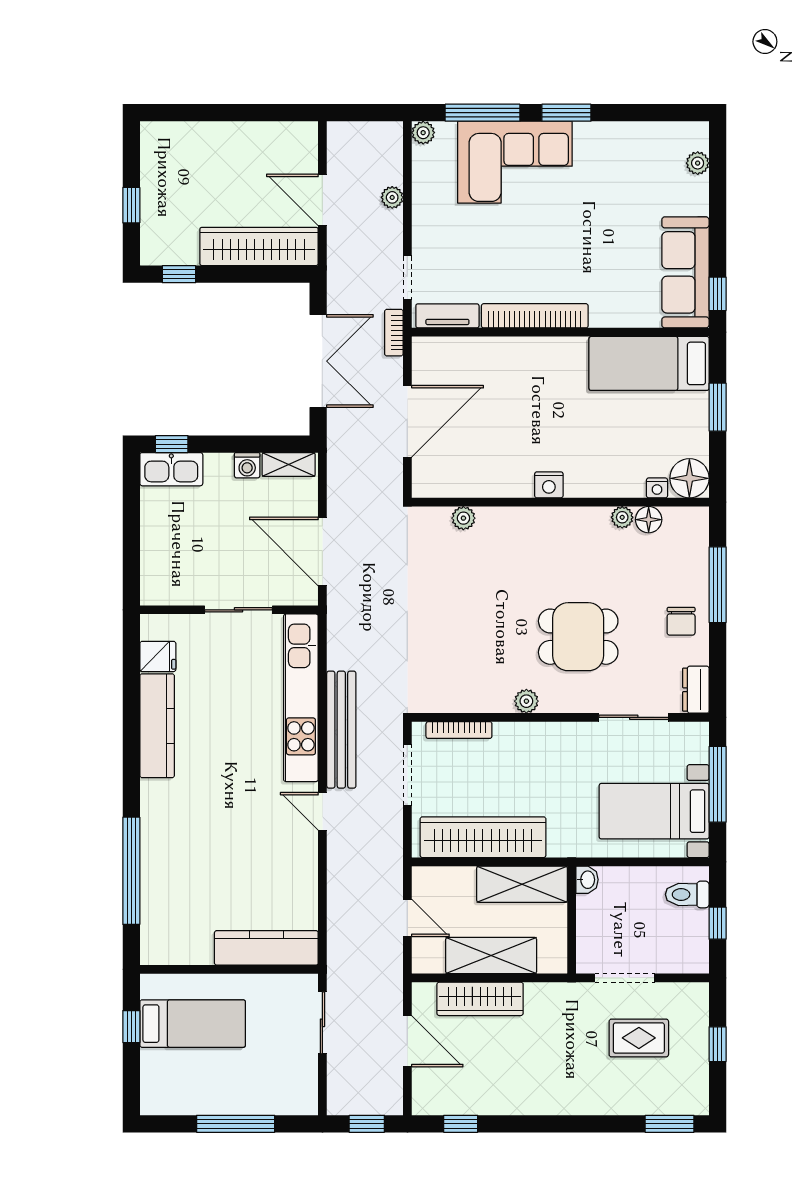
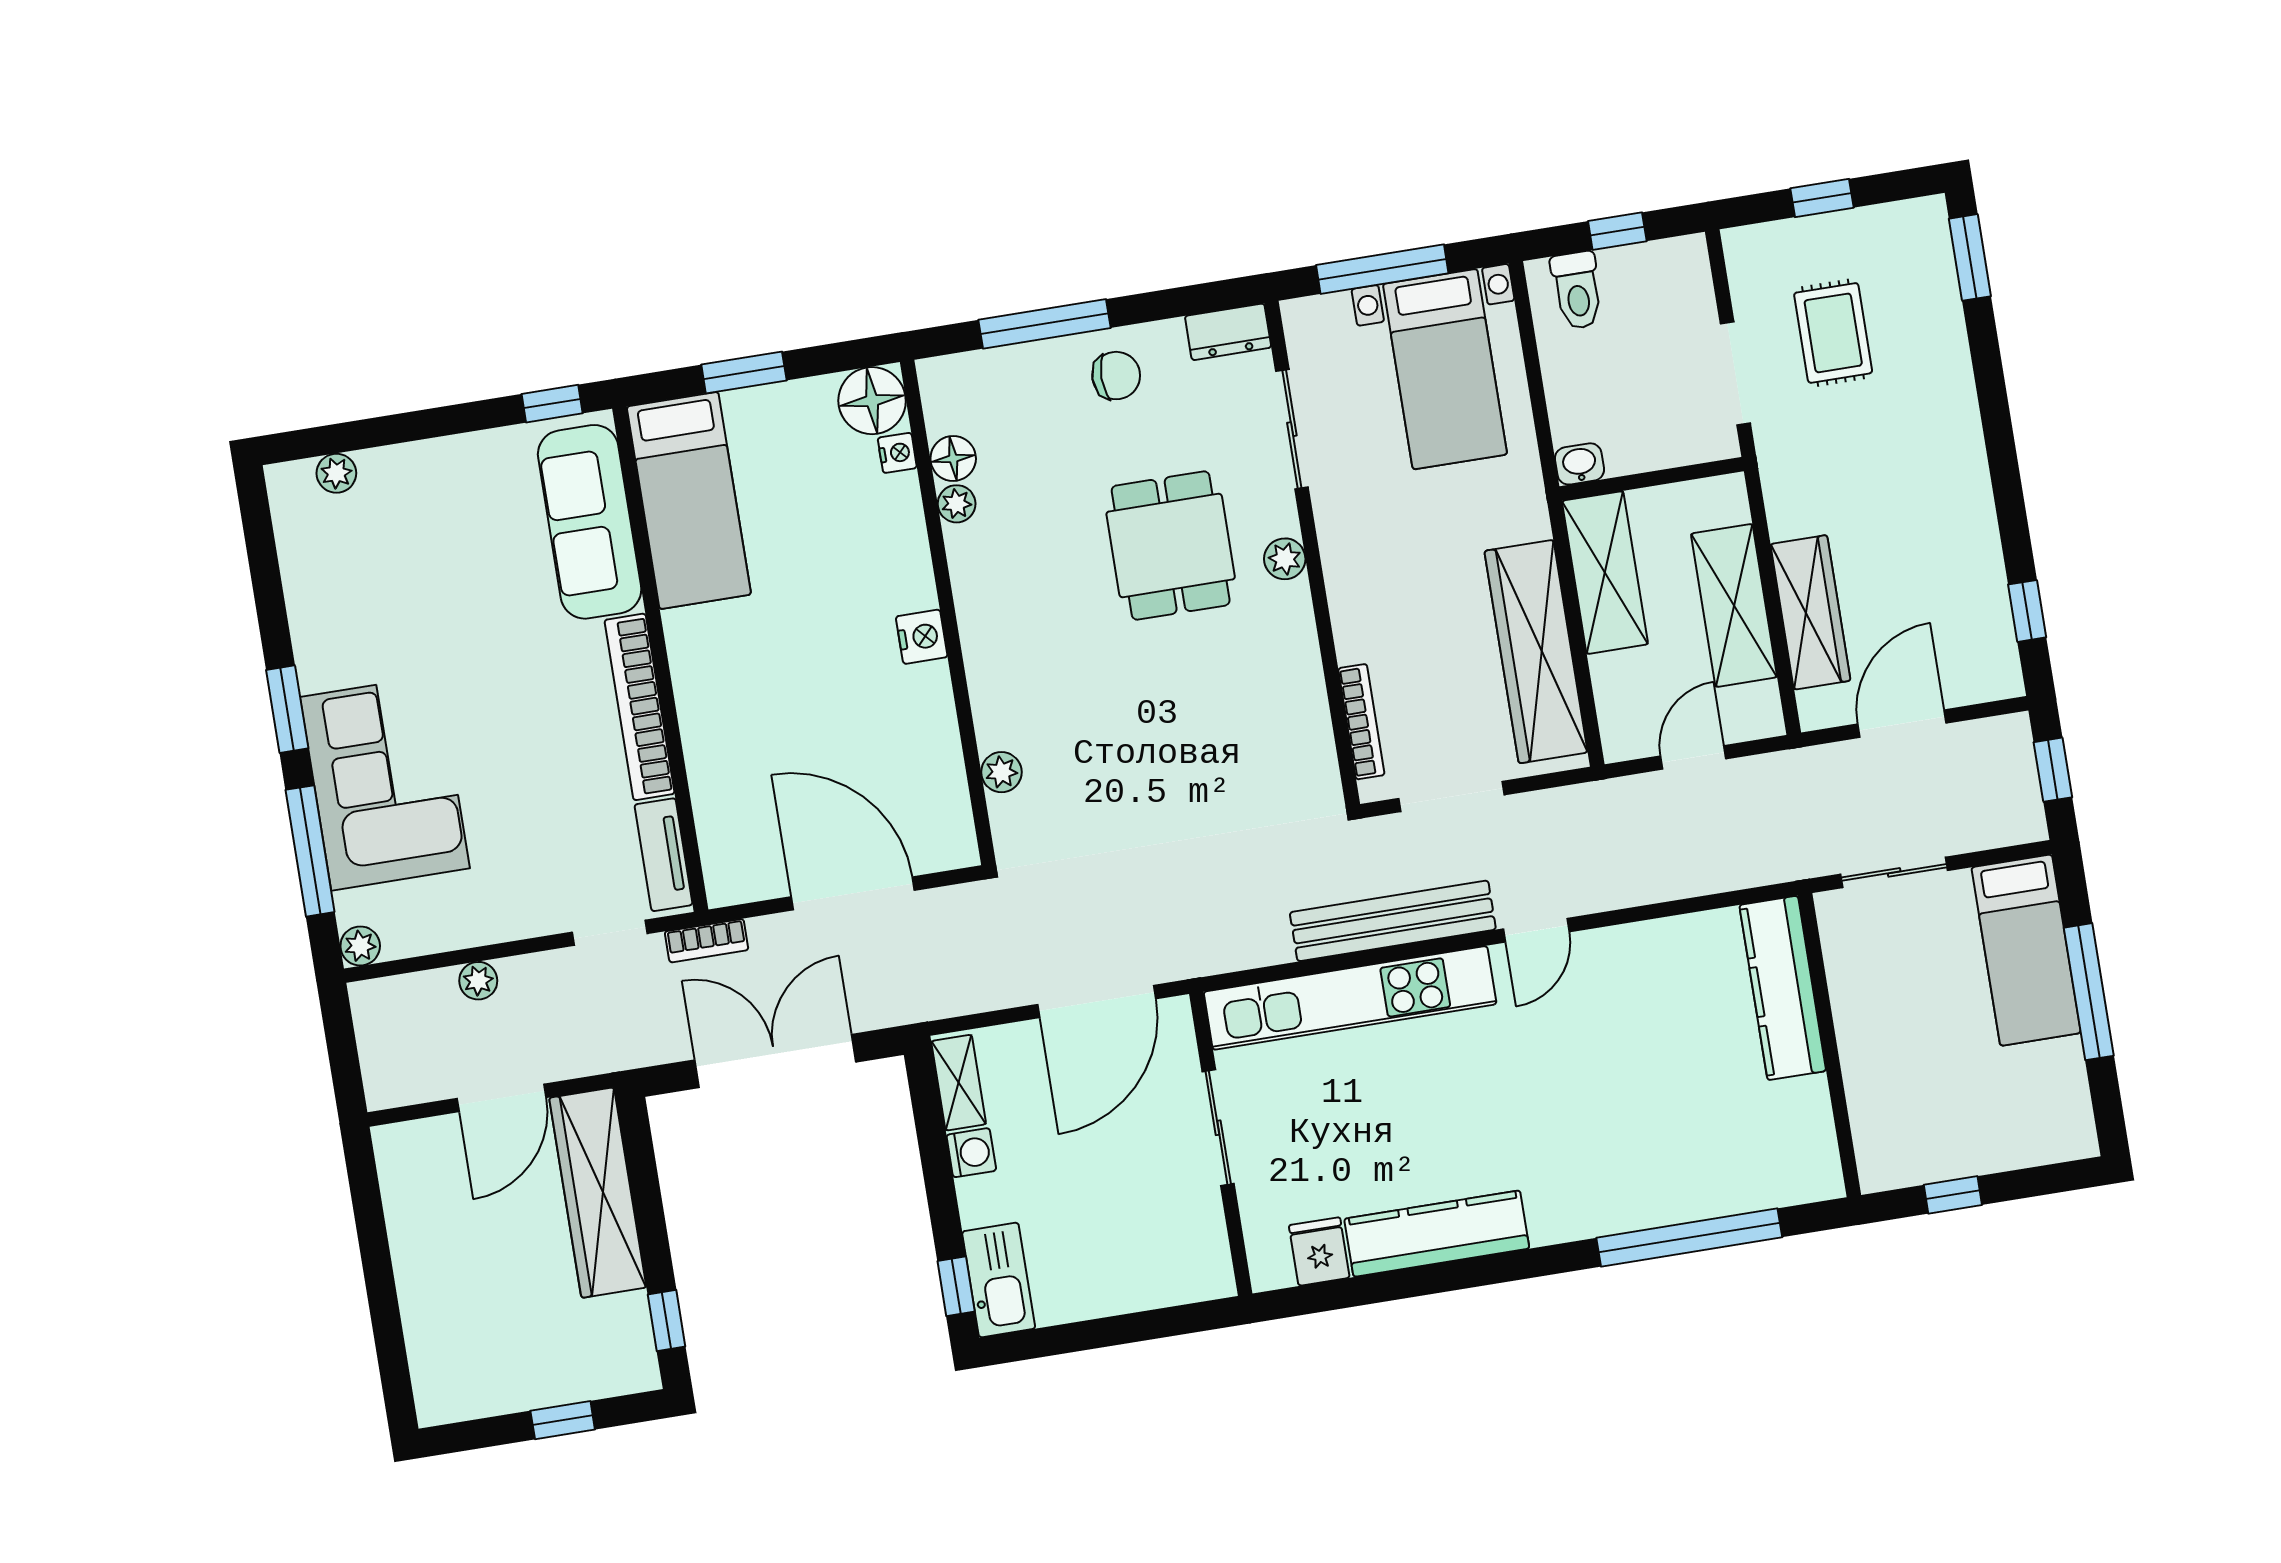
sofa: (685, 272) -> (590, 522), moved, turned 90
plant: (526, 701) -> (1285, 559), moved
bed: (193, 1024) -> (2026, 950), moved, turned 180

